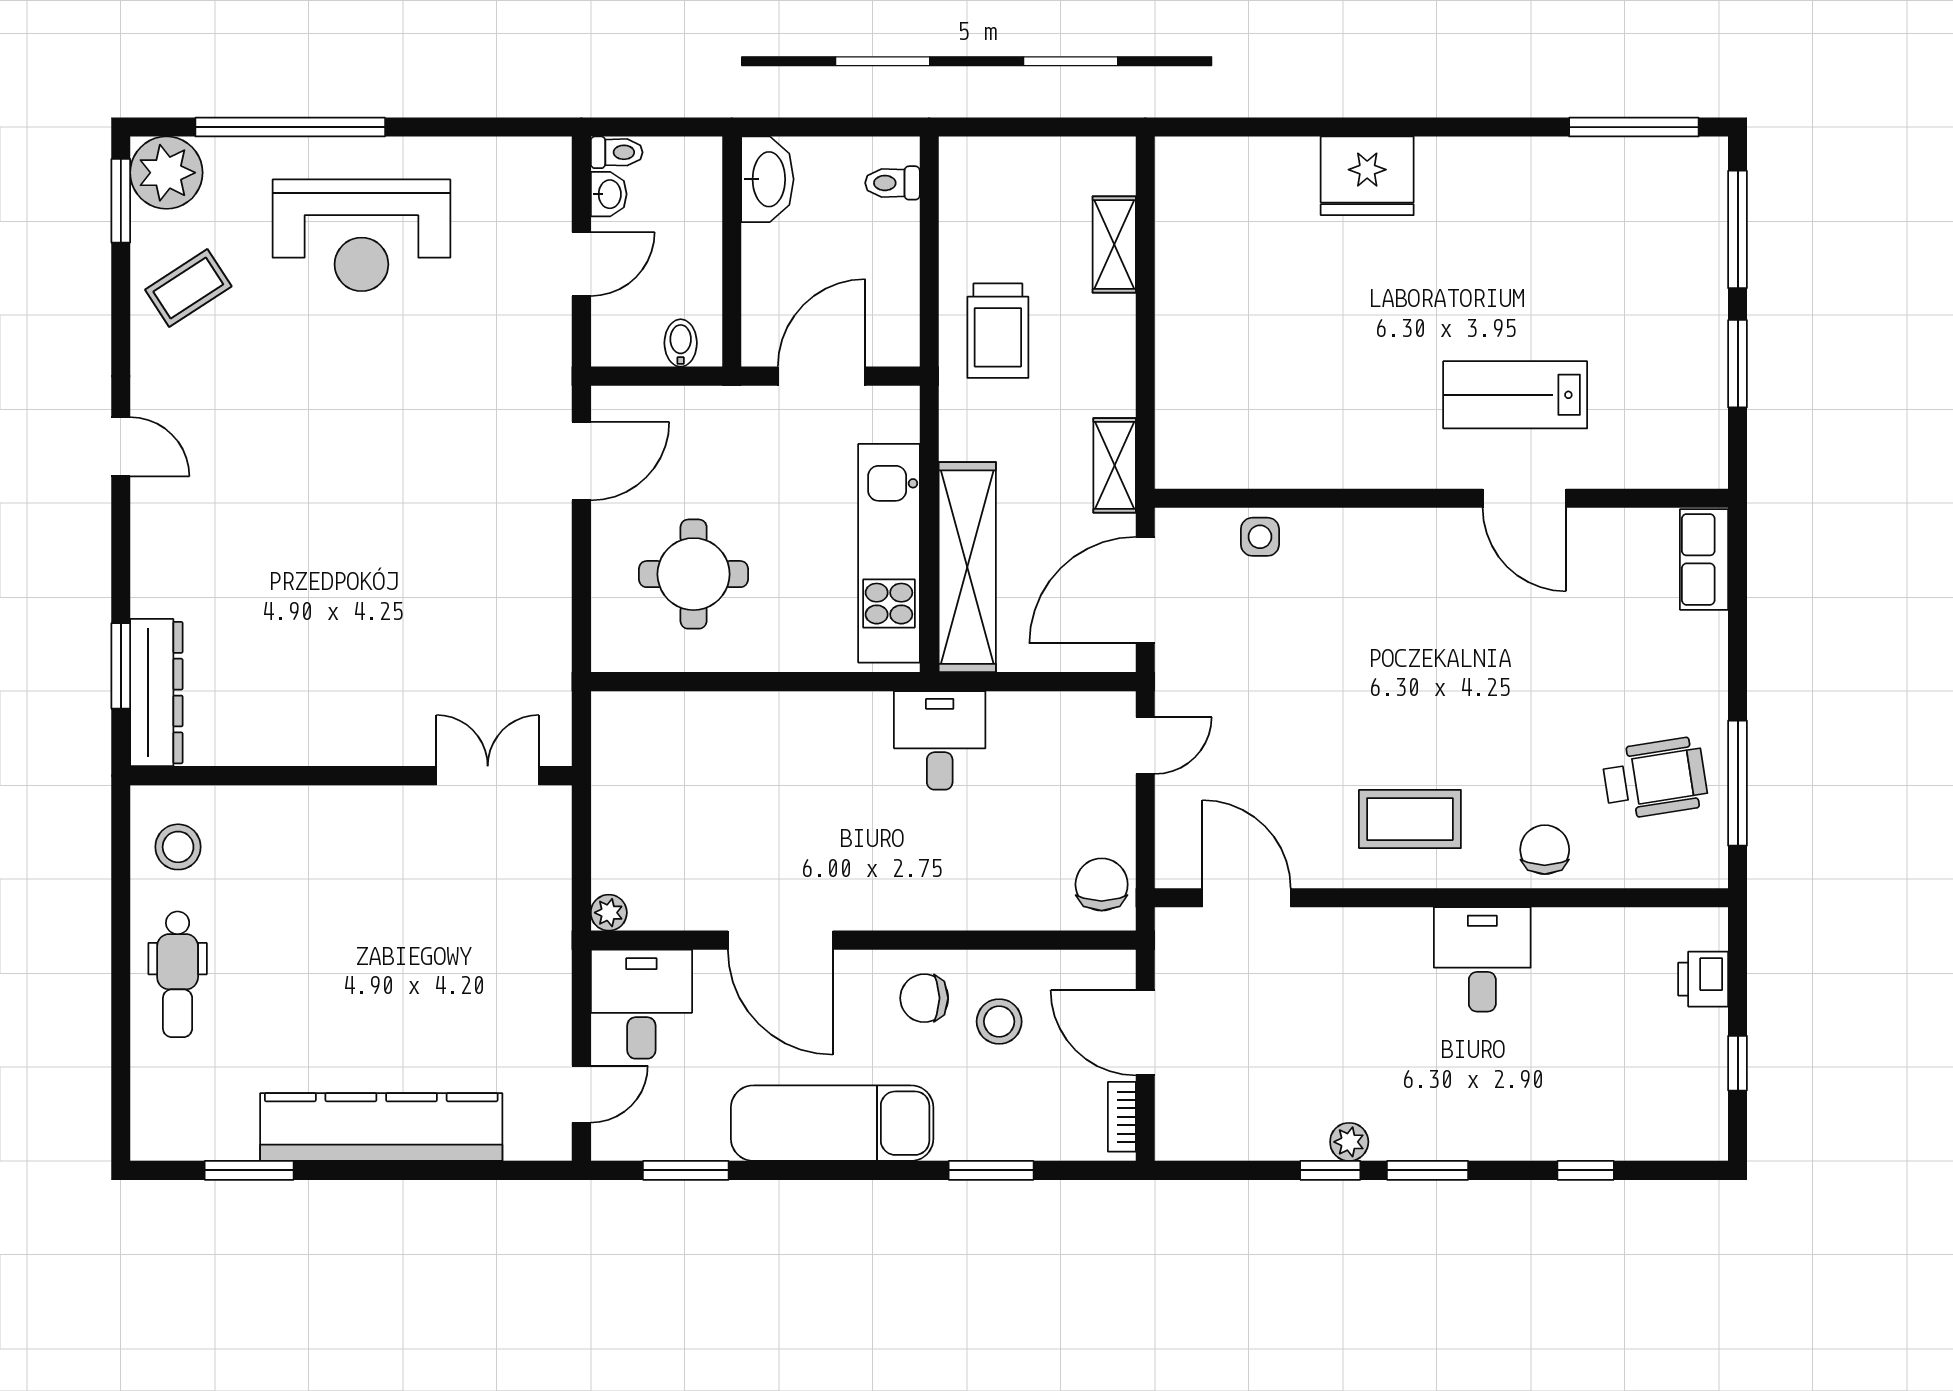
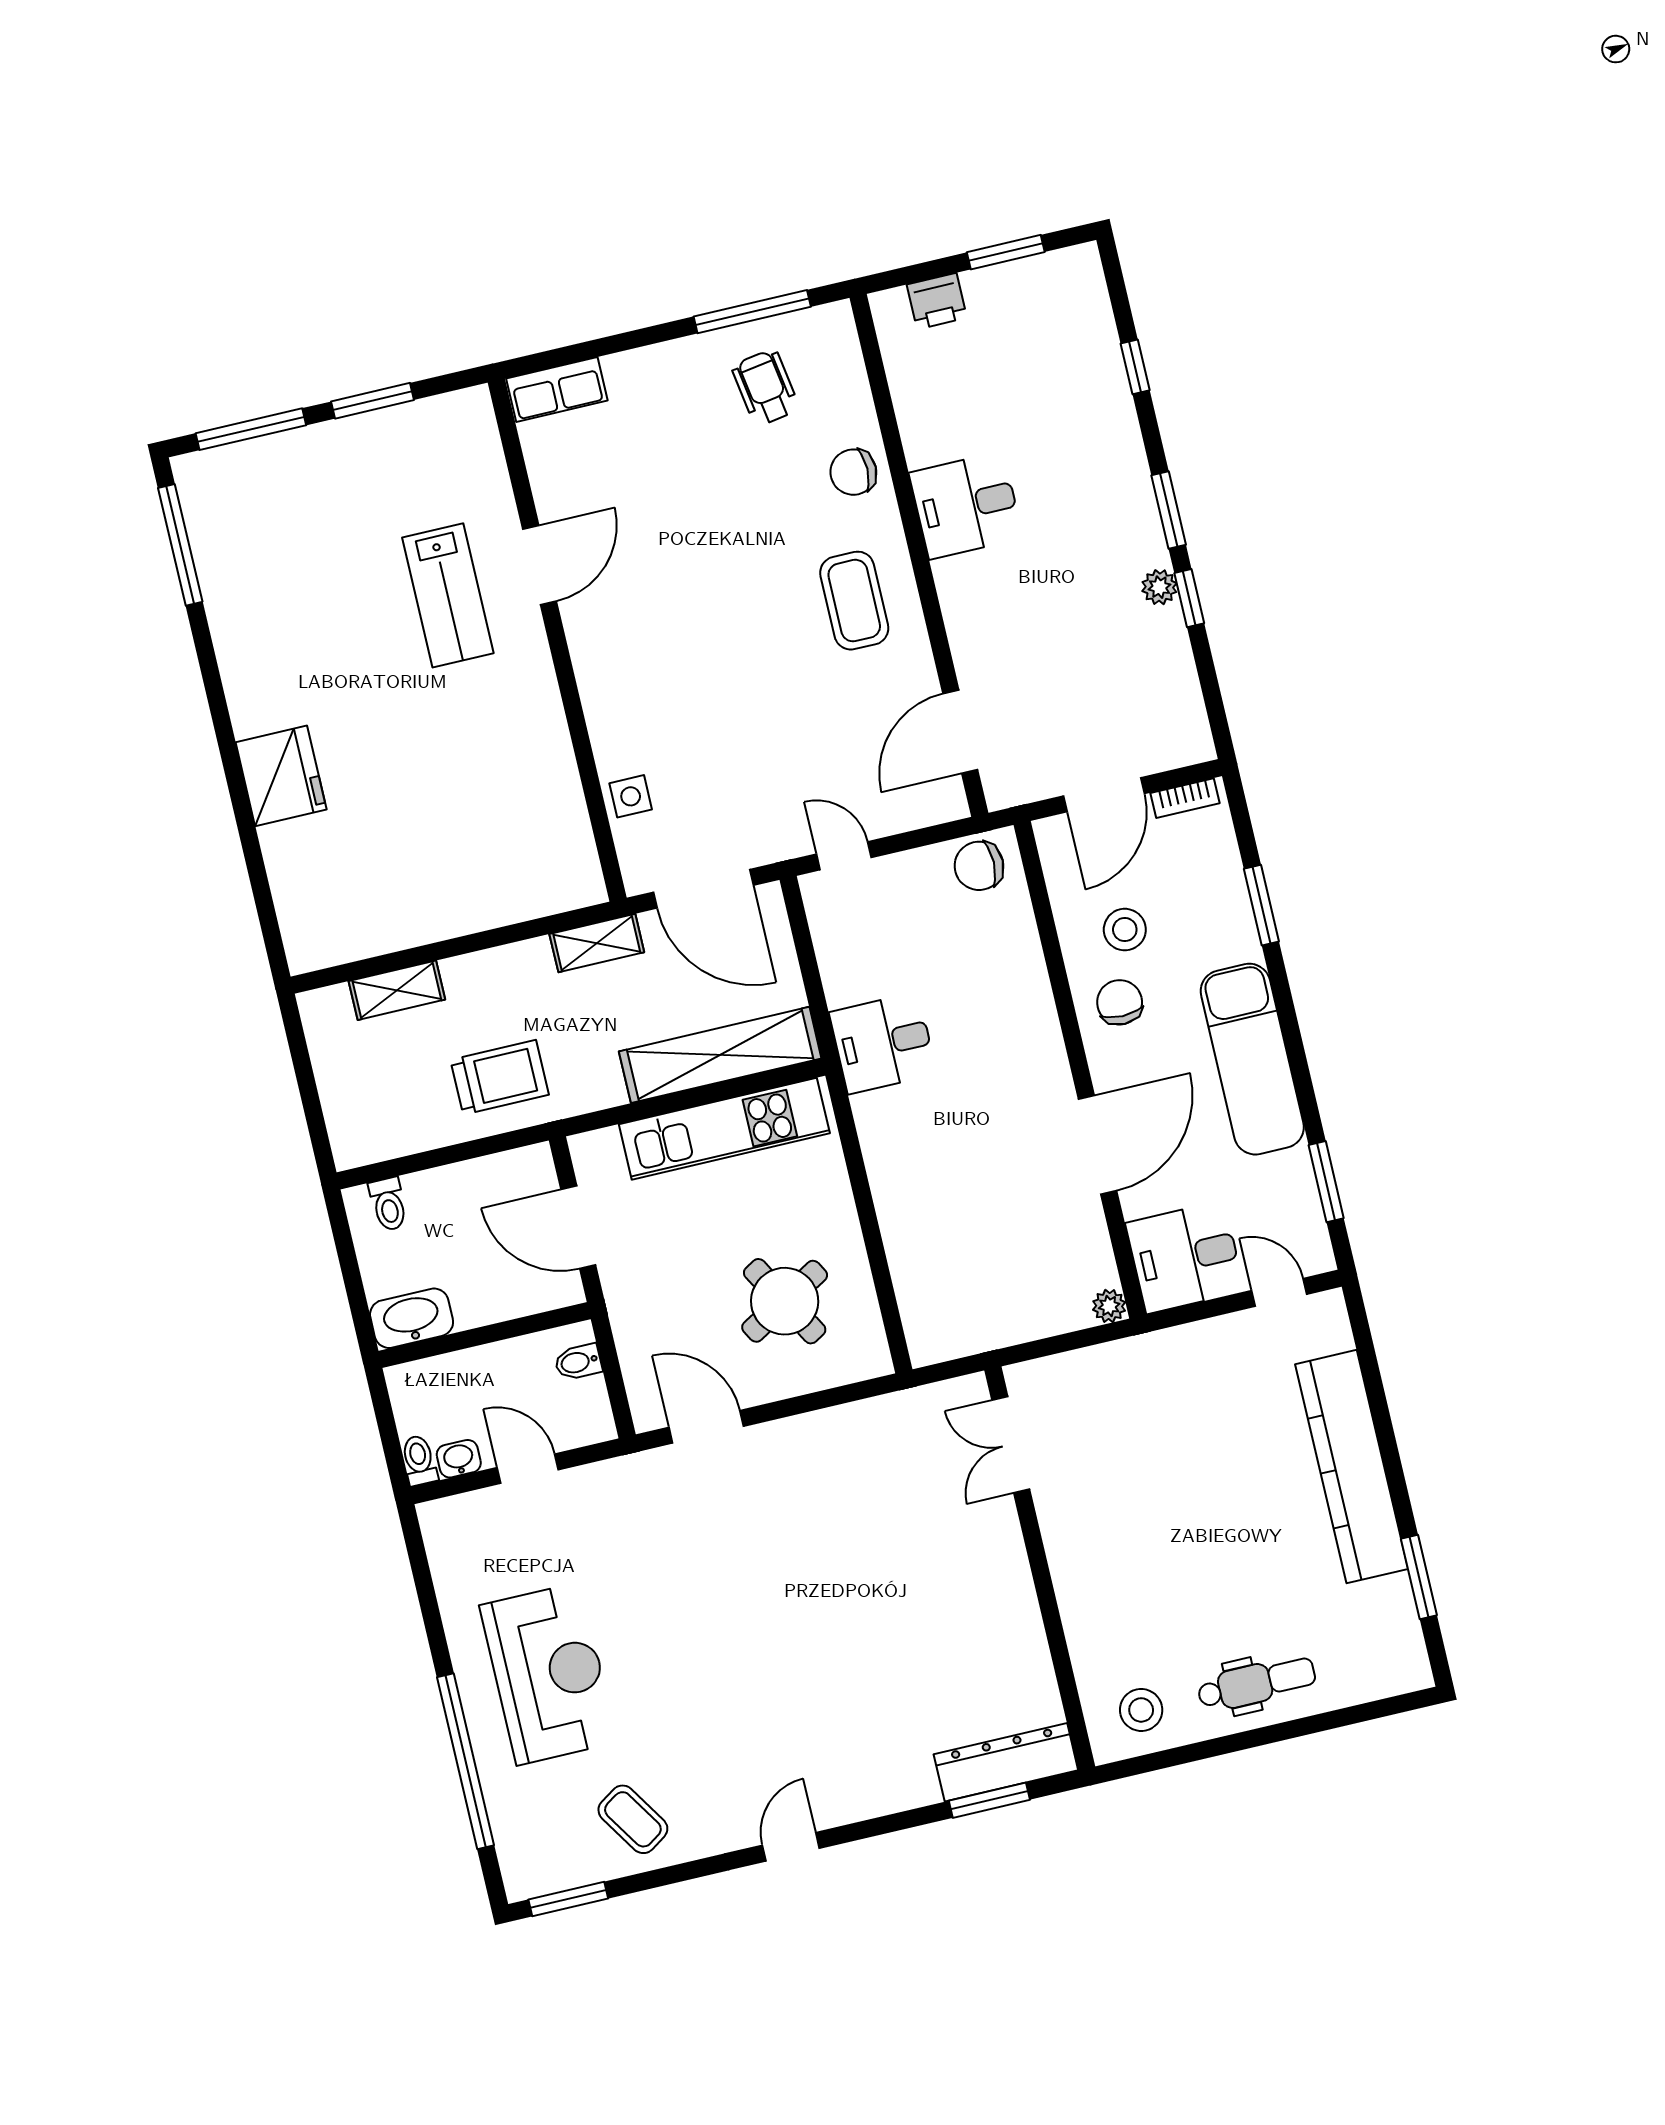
plant: (166, 173) -> (533, 1864), removed
round table: (694, 574) -> (785, 1301), turned -30
wheelchair: (1655, 778) -> (765, 387), width x0.73, depth x0.73
chair: (924, 998) -> (1120, 1002), turned 180
window: (1738, 1063) -> (1006, 252), width x1.50

